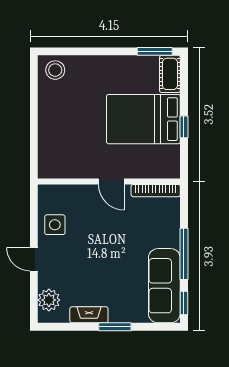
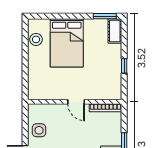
stool: (55, 70) -> (36, 39), moved
bed: (143, 119) -> (67, 43), moved, turned -90

